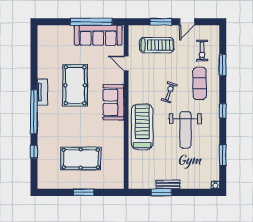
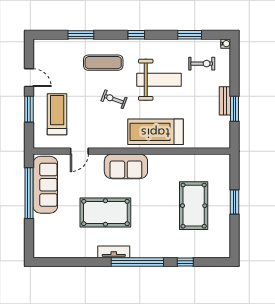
exercise bike: (202, 51) -> (202, 64), moved

